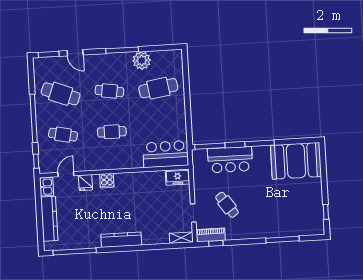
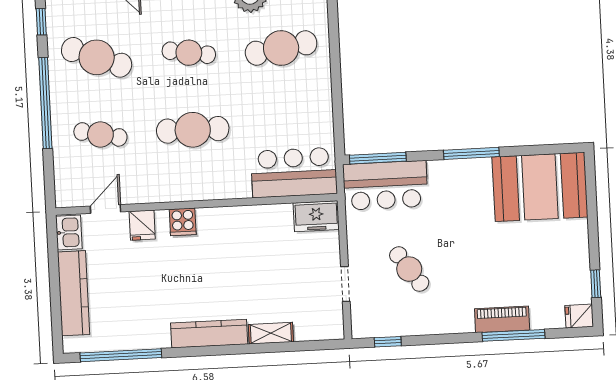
cafe table: (112, 132) -> (193, 130), width x1.37, depth x1.35
bar counter: (230, 160) -> (385, 185), moved
window: (36, 161) -> (41, 22), moved
fridge: (317, 229) -> (579, 316), added
piano: (211, 235) -> (502, 319), moved
shelving: (181, 238) -> (271, 333), moved

